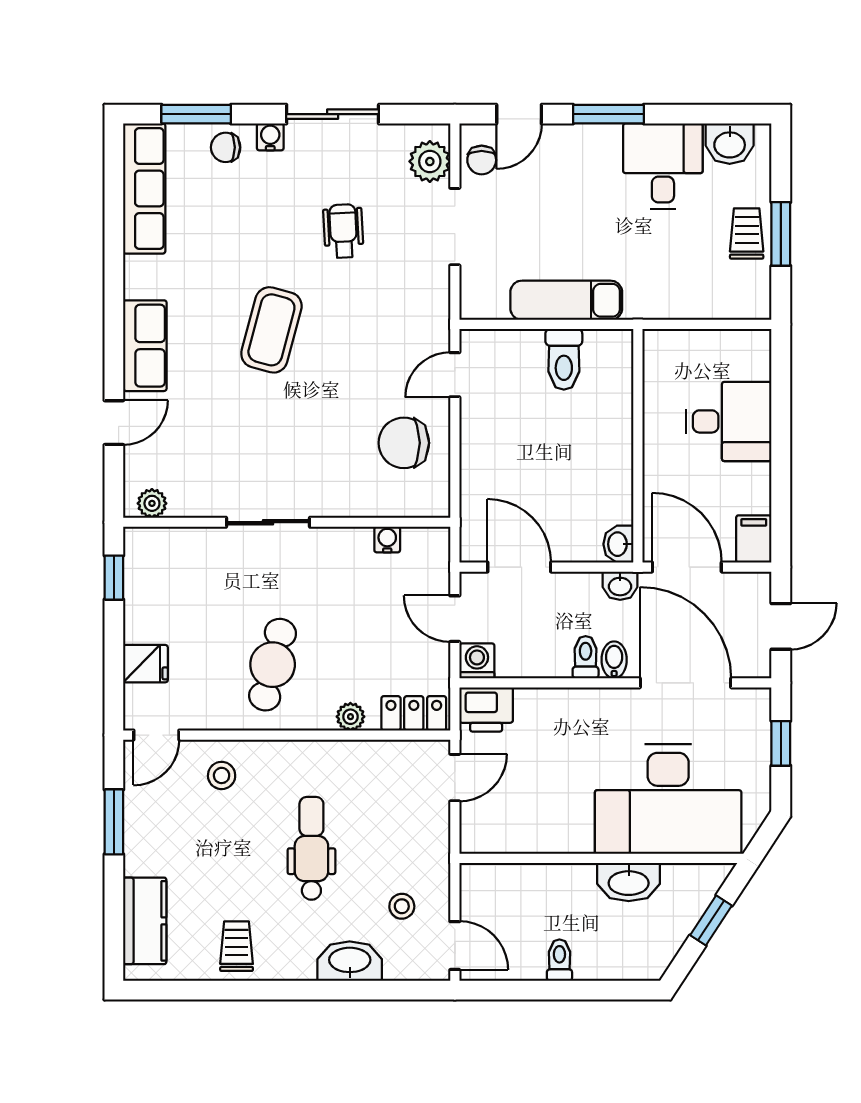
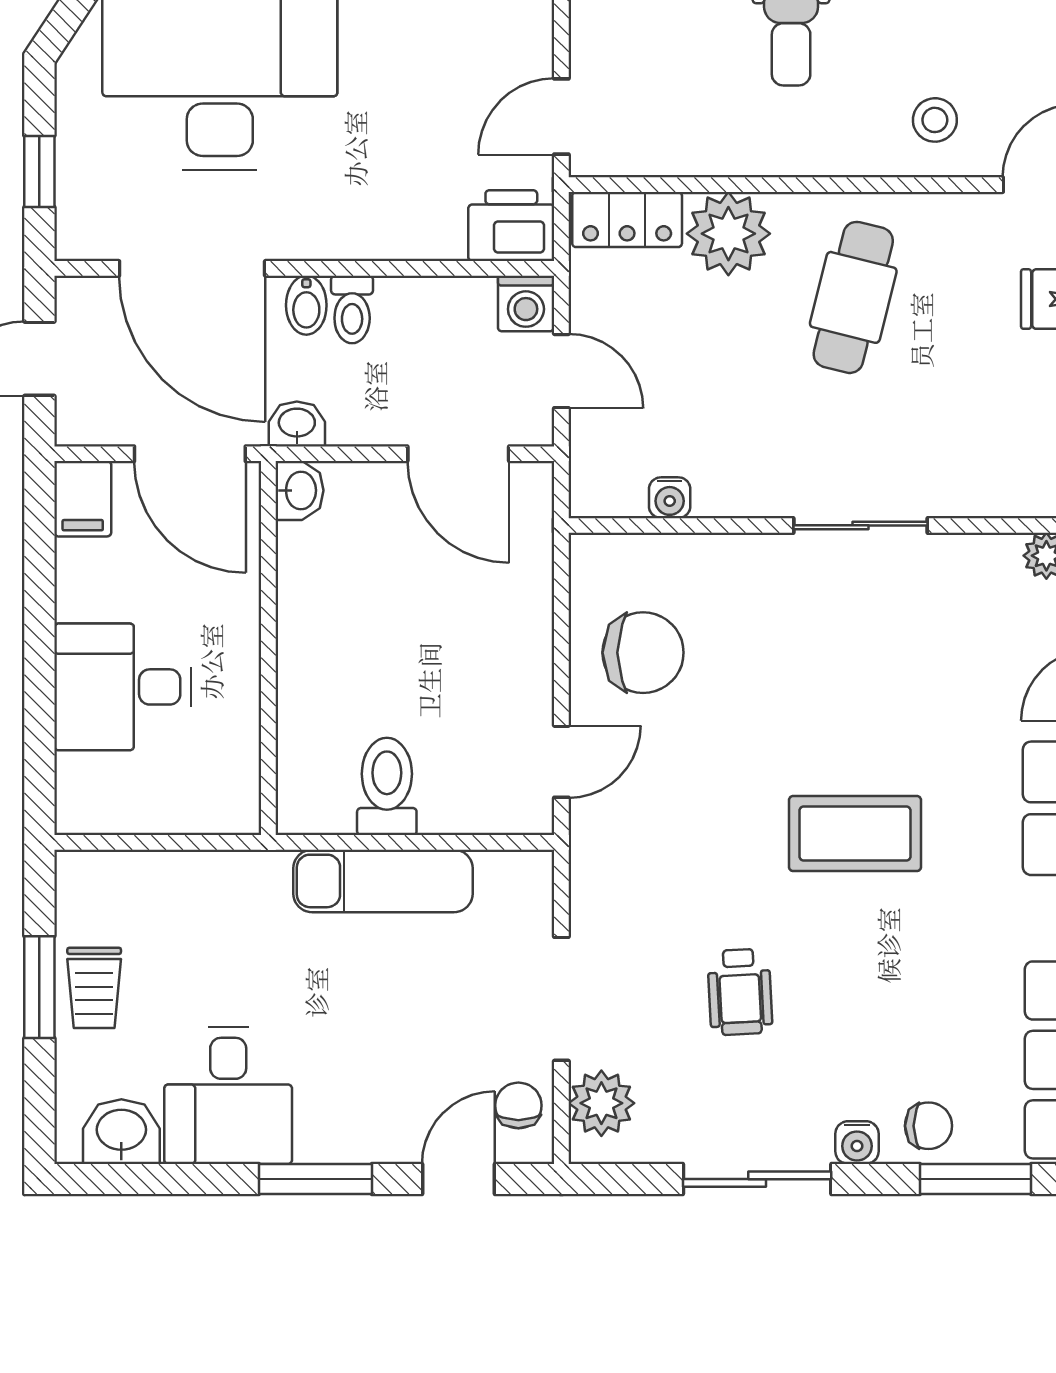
coffee table: (271, 330) -> (855, 834), turned 75
plant: (350, 717) -> (728, 234), width x1.87, depth x1.87

